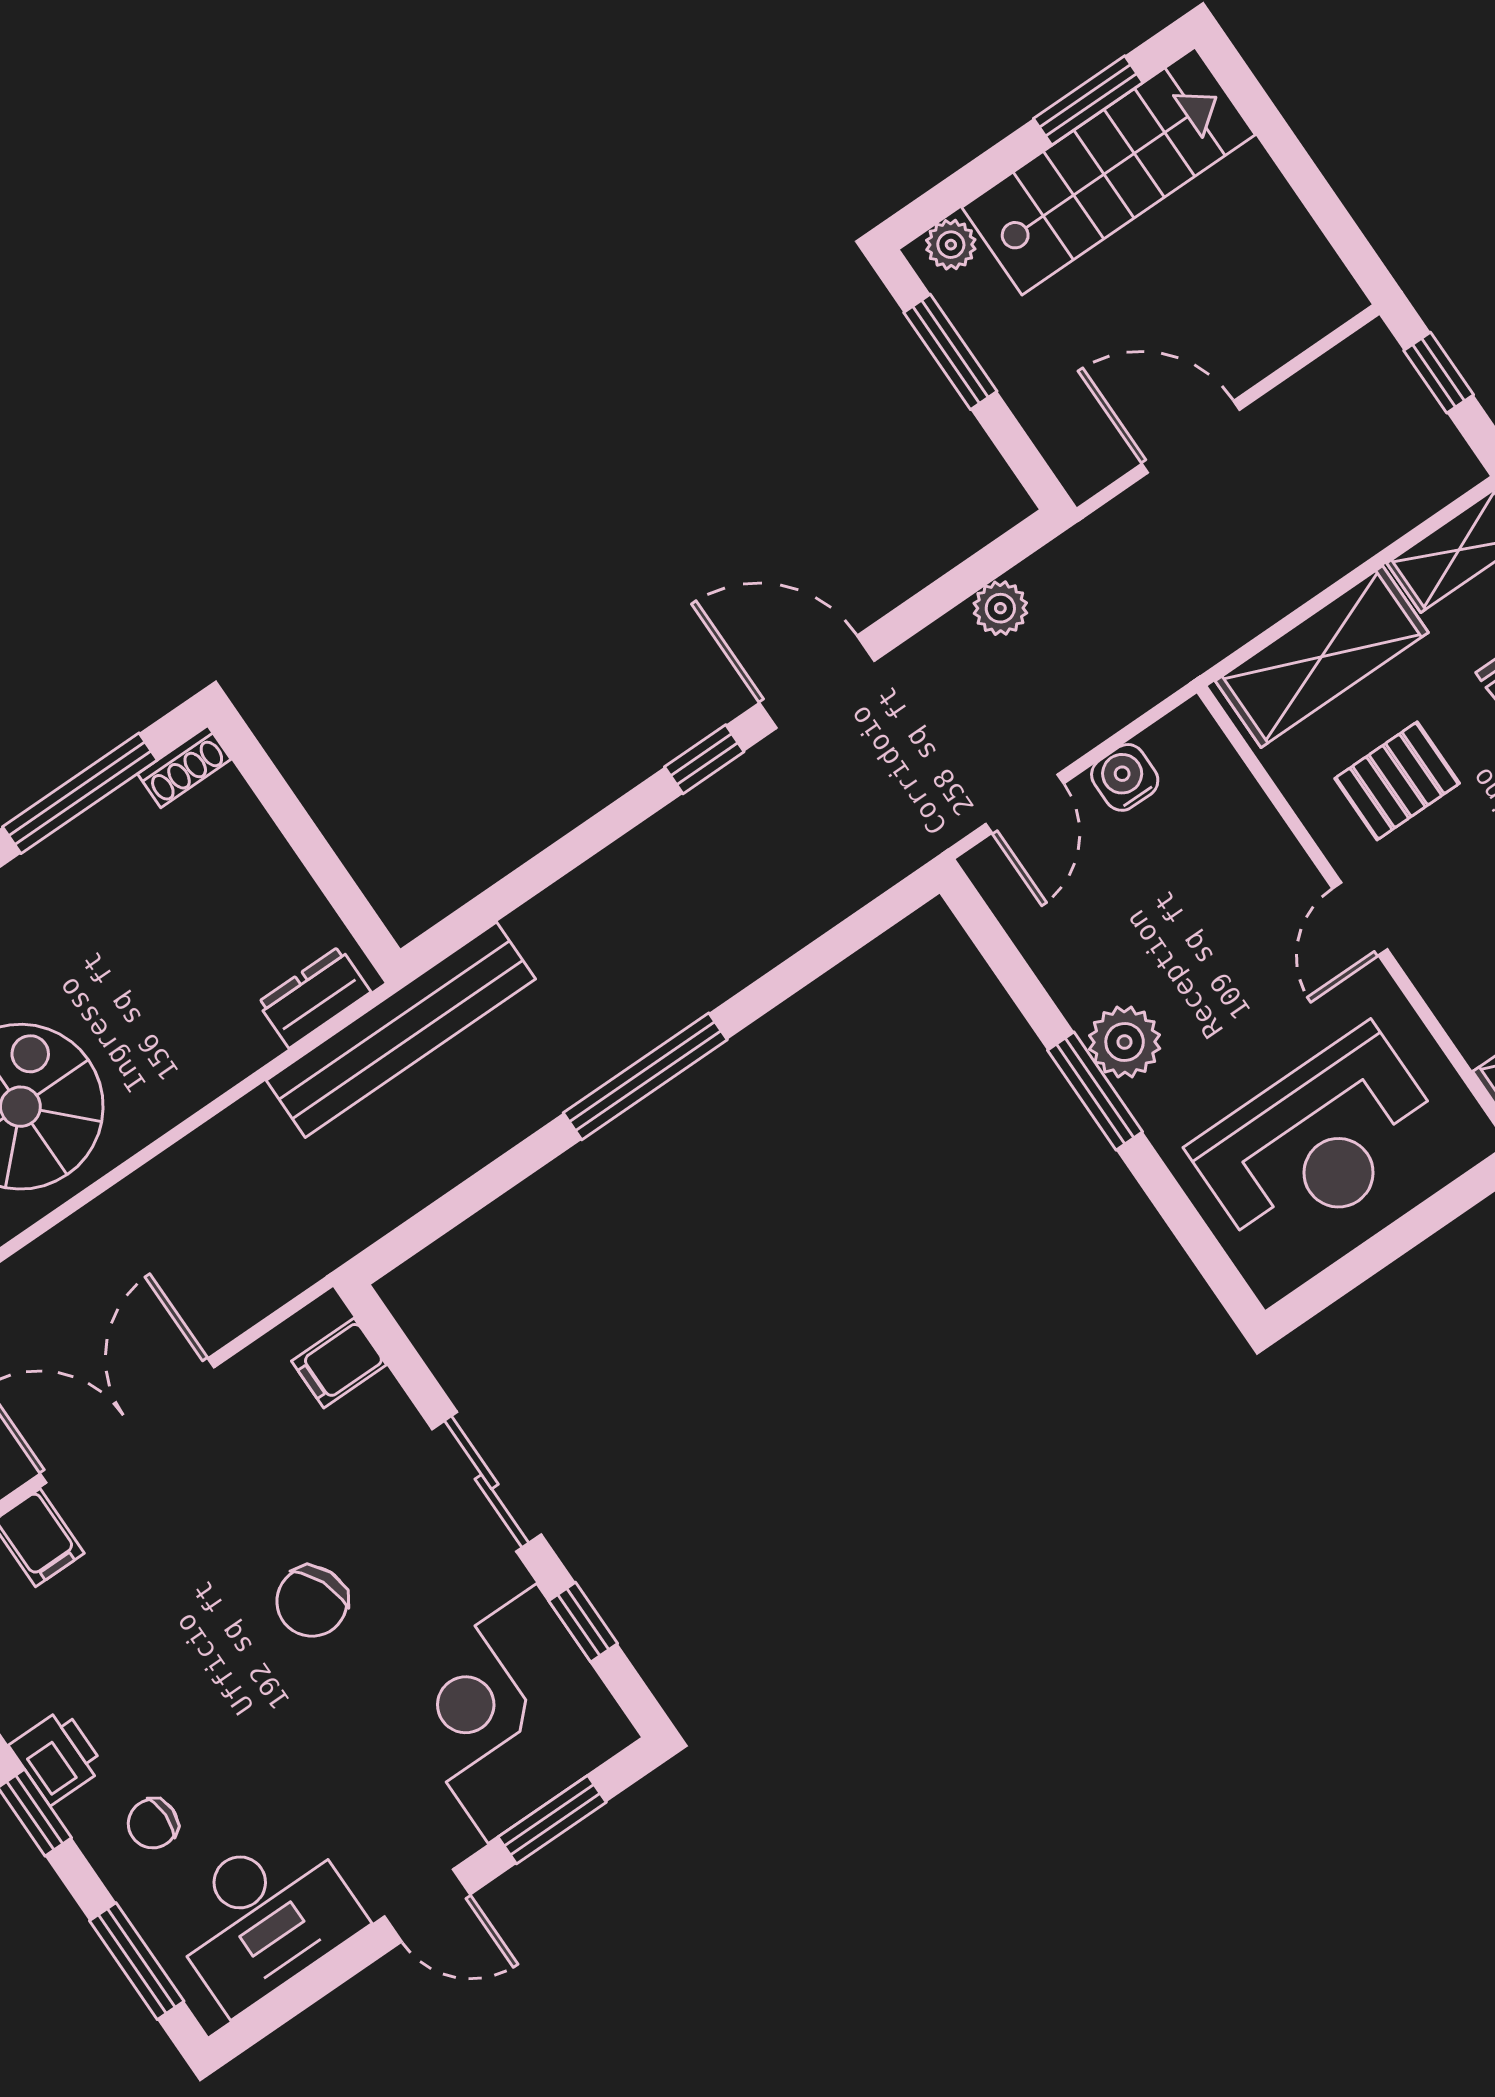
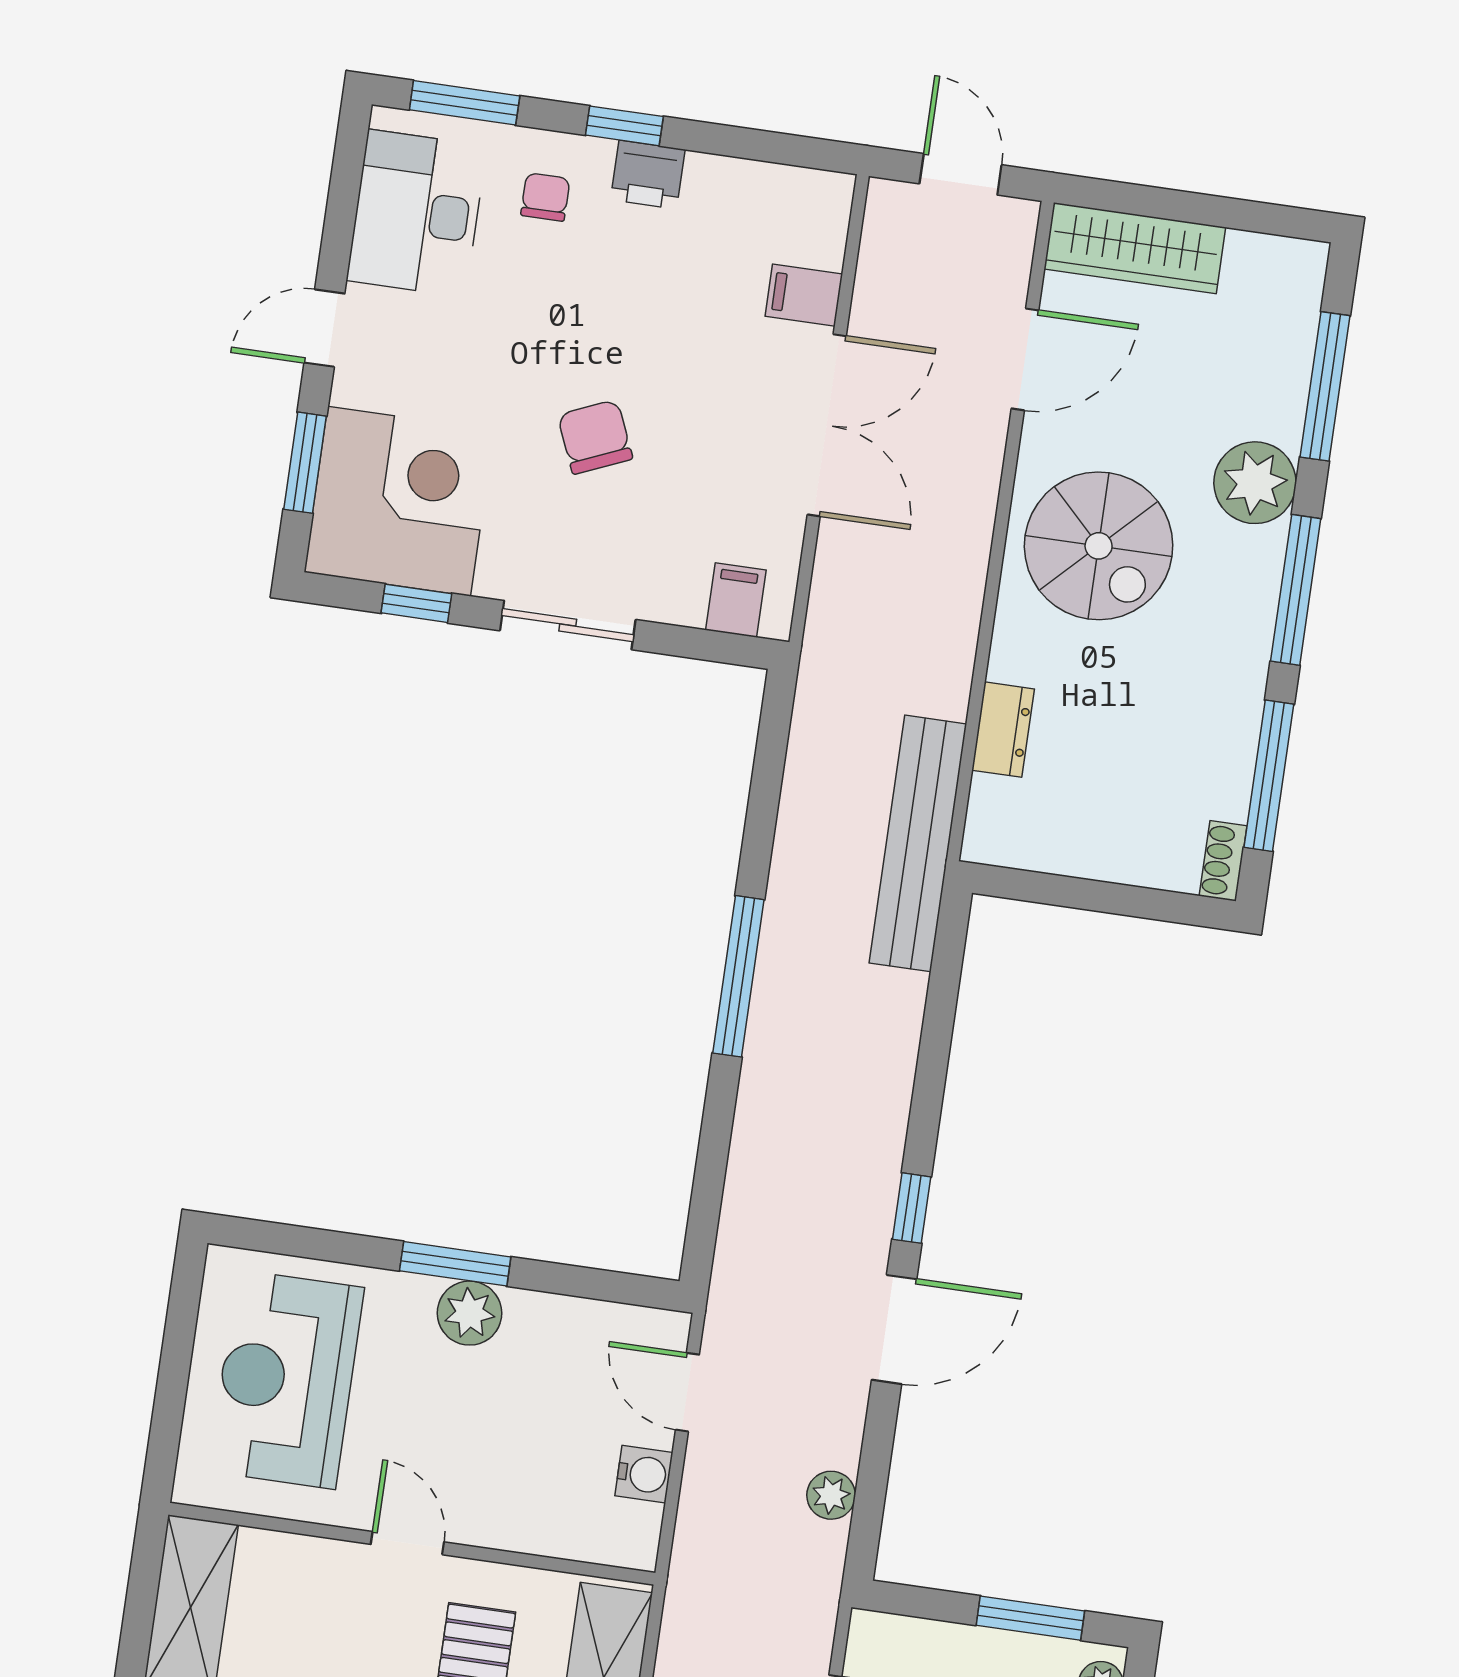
dresser: (314, 997) -> (1003, 730), moved

